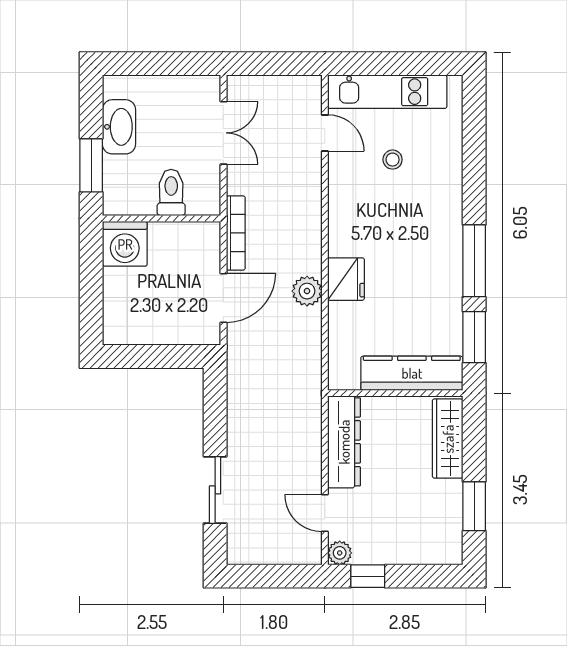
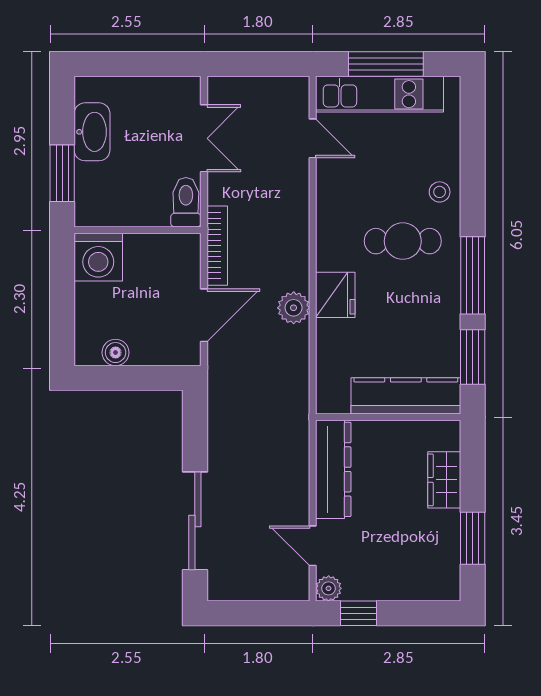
window: (393, 64) -> (386, 64), added
stool: (393, 160) -> (440, 192), moved
toilet: (171, 192) -> (186, 202), moved
cafe table: (409, 229) -> (403, 241), added
boiler: (141, 333) -> (116, 353), added
wardrobe: (448, 439) -> (444, 480), width x0.67
sliding door: (215, 490) -> (195, 521), width x1.37

